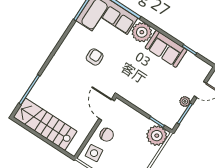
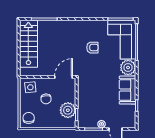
chair: (107, 135) -> (46, 99), moved
plant: (157, 136) -> (68, 110), moved

